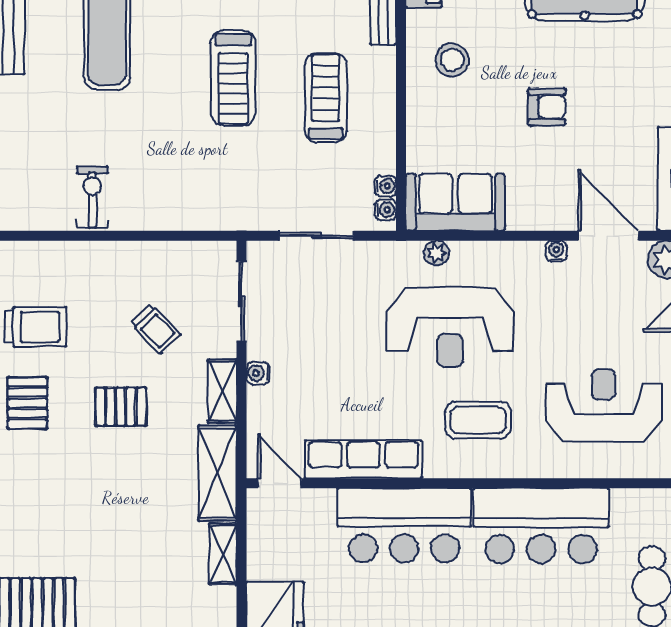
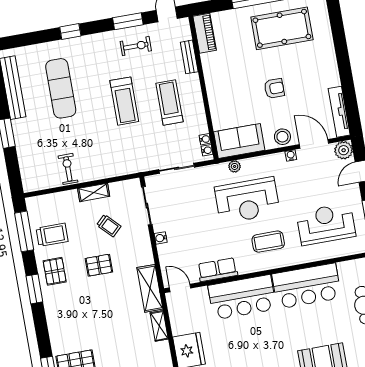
stool: (452, 60) -> (282, 137), moved
shelving: (222, 391) -> (94, 192), moved, turned 90
row of seats: (363, 459) -> (217, 270), width x0.68

